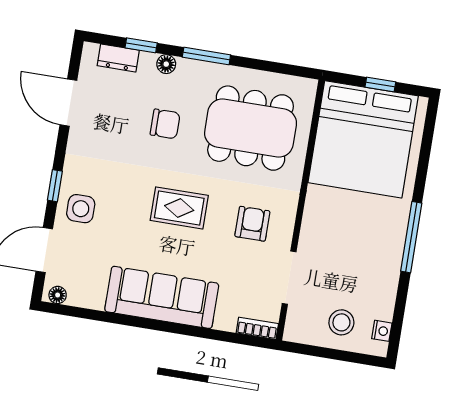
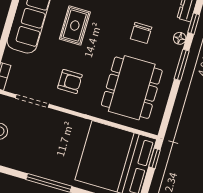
window: (380, 85) -> (155, 158), moved
rug: (179, 208) -> (75, 26), moved

